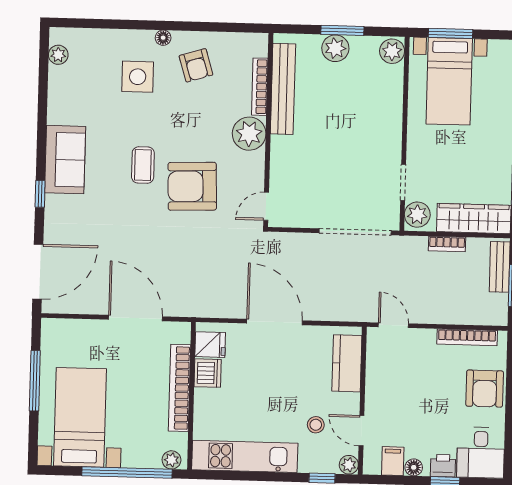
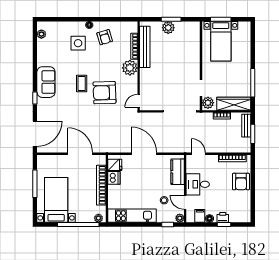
plant: (392, 51) -> (194, 28), removed
desk: (481, 453) -> (198, 184), moved, turned 90

